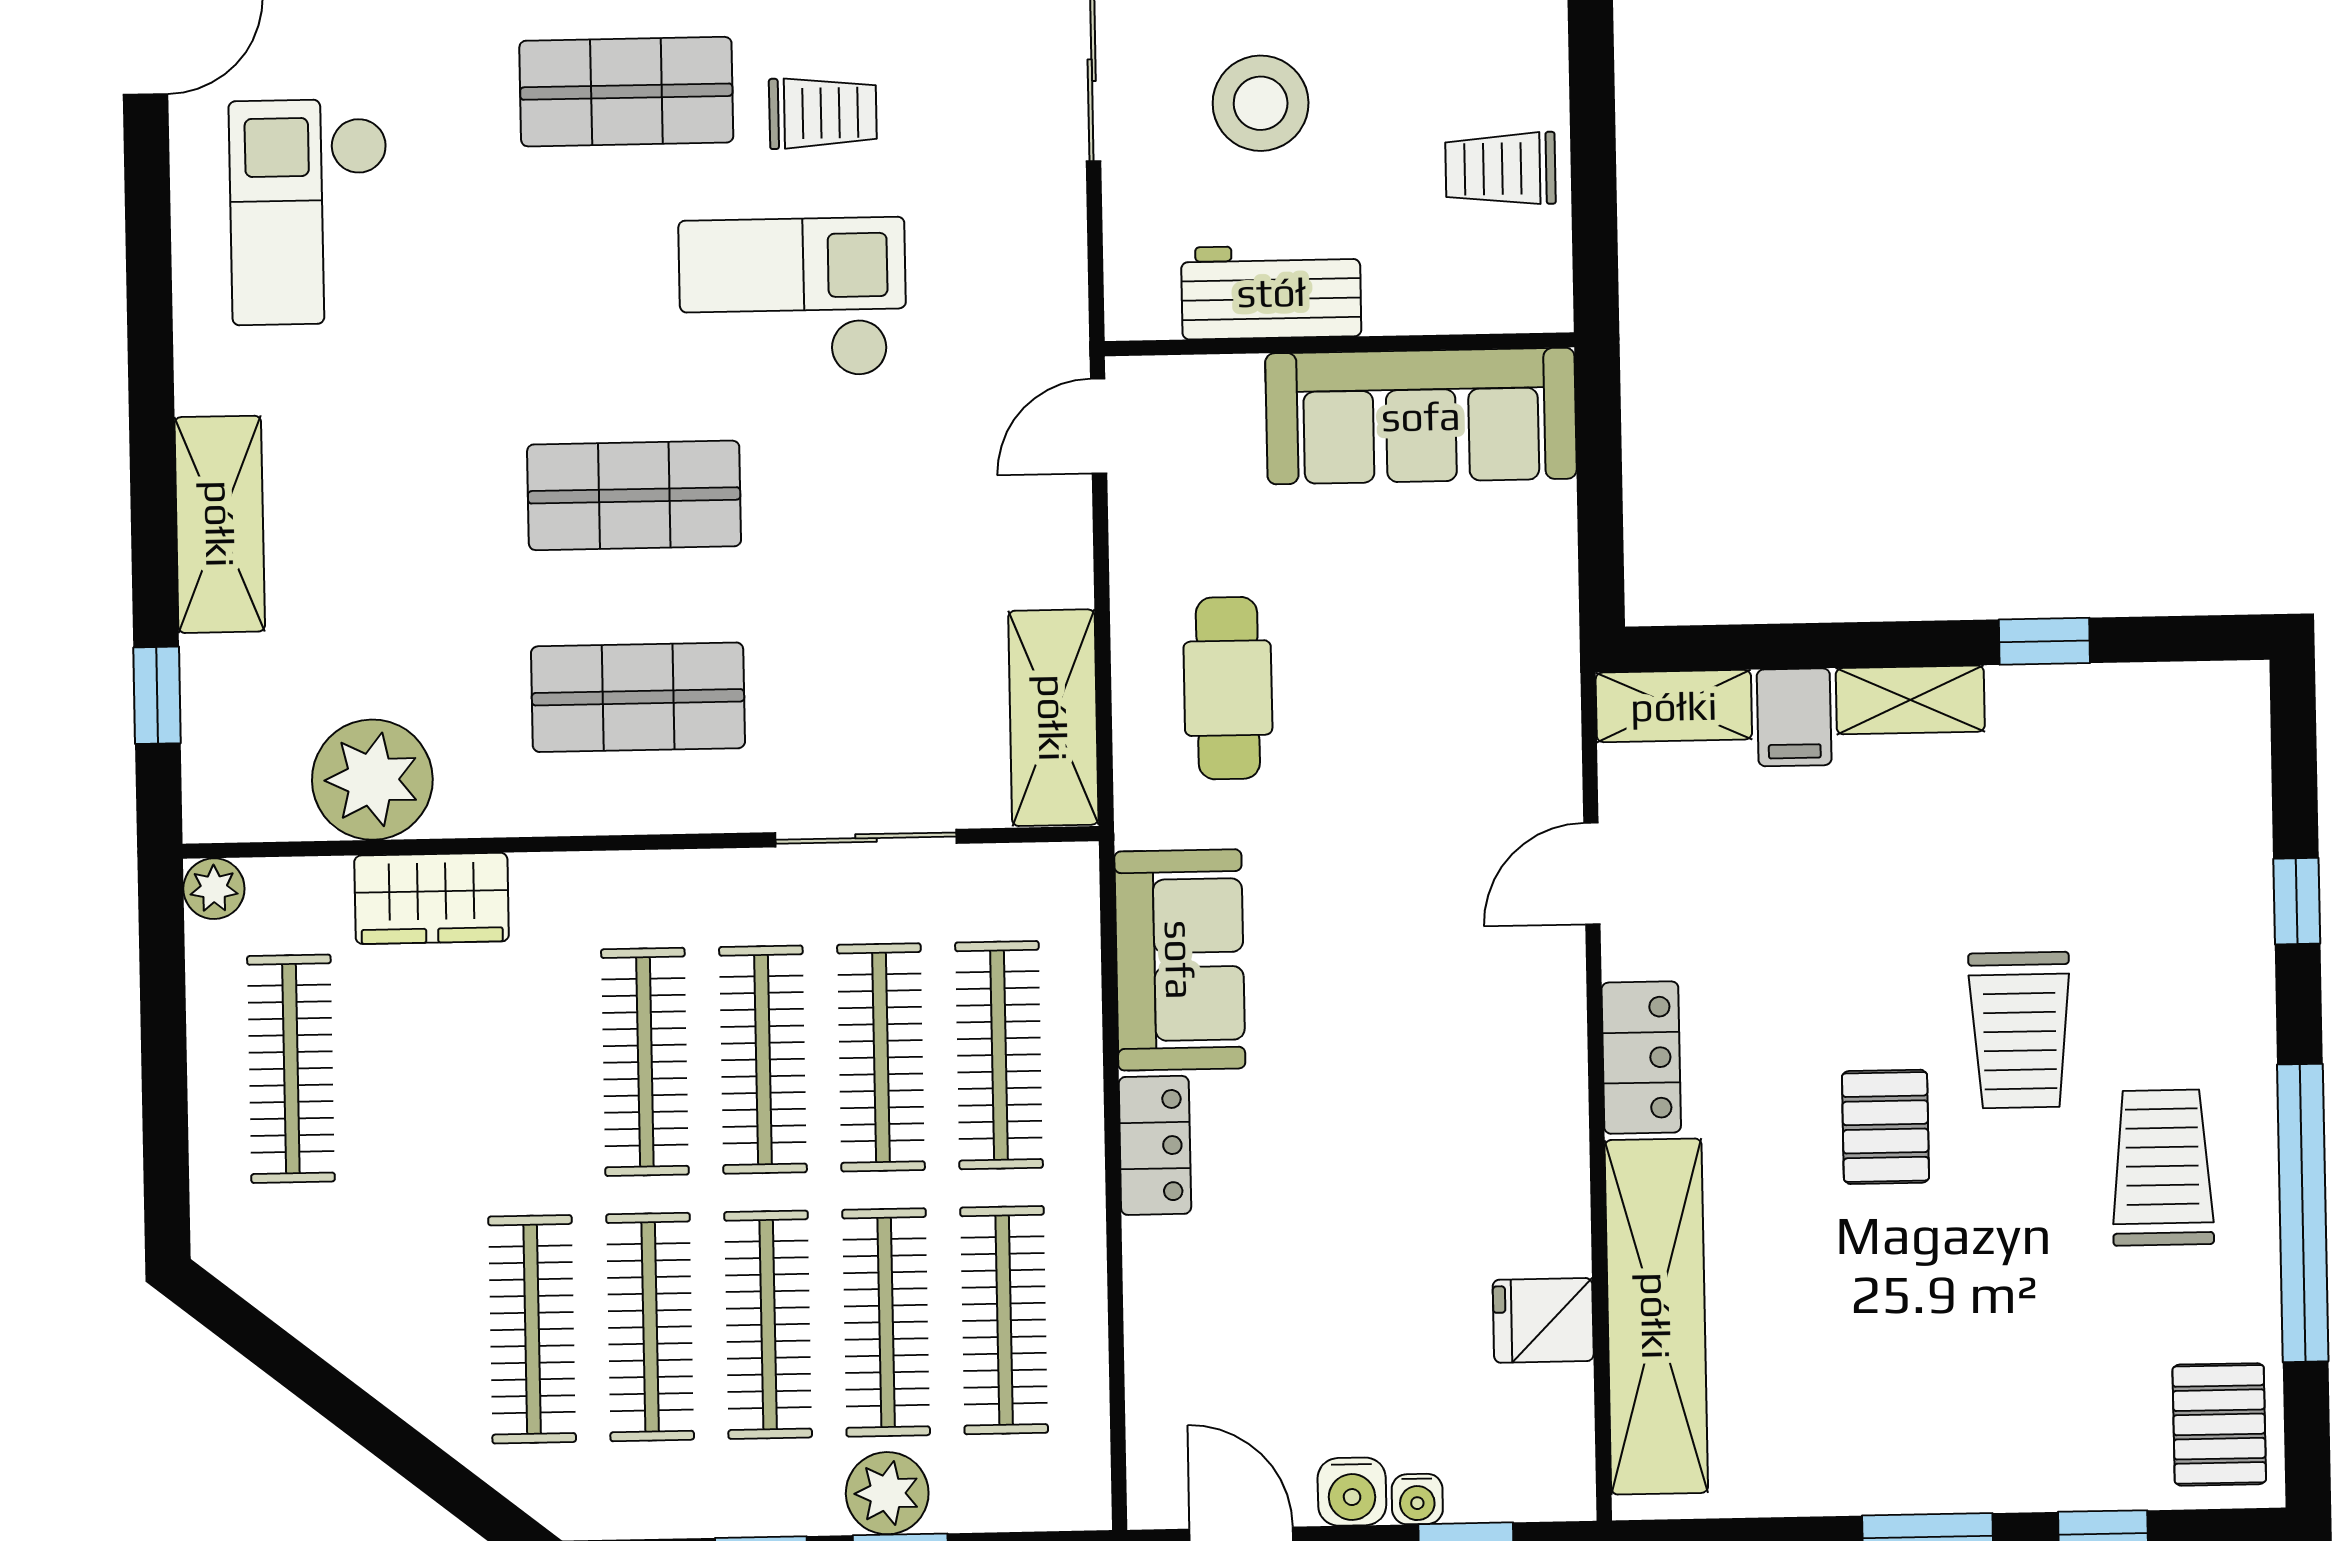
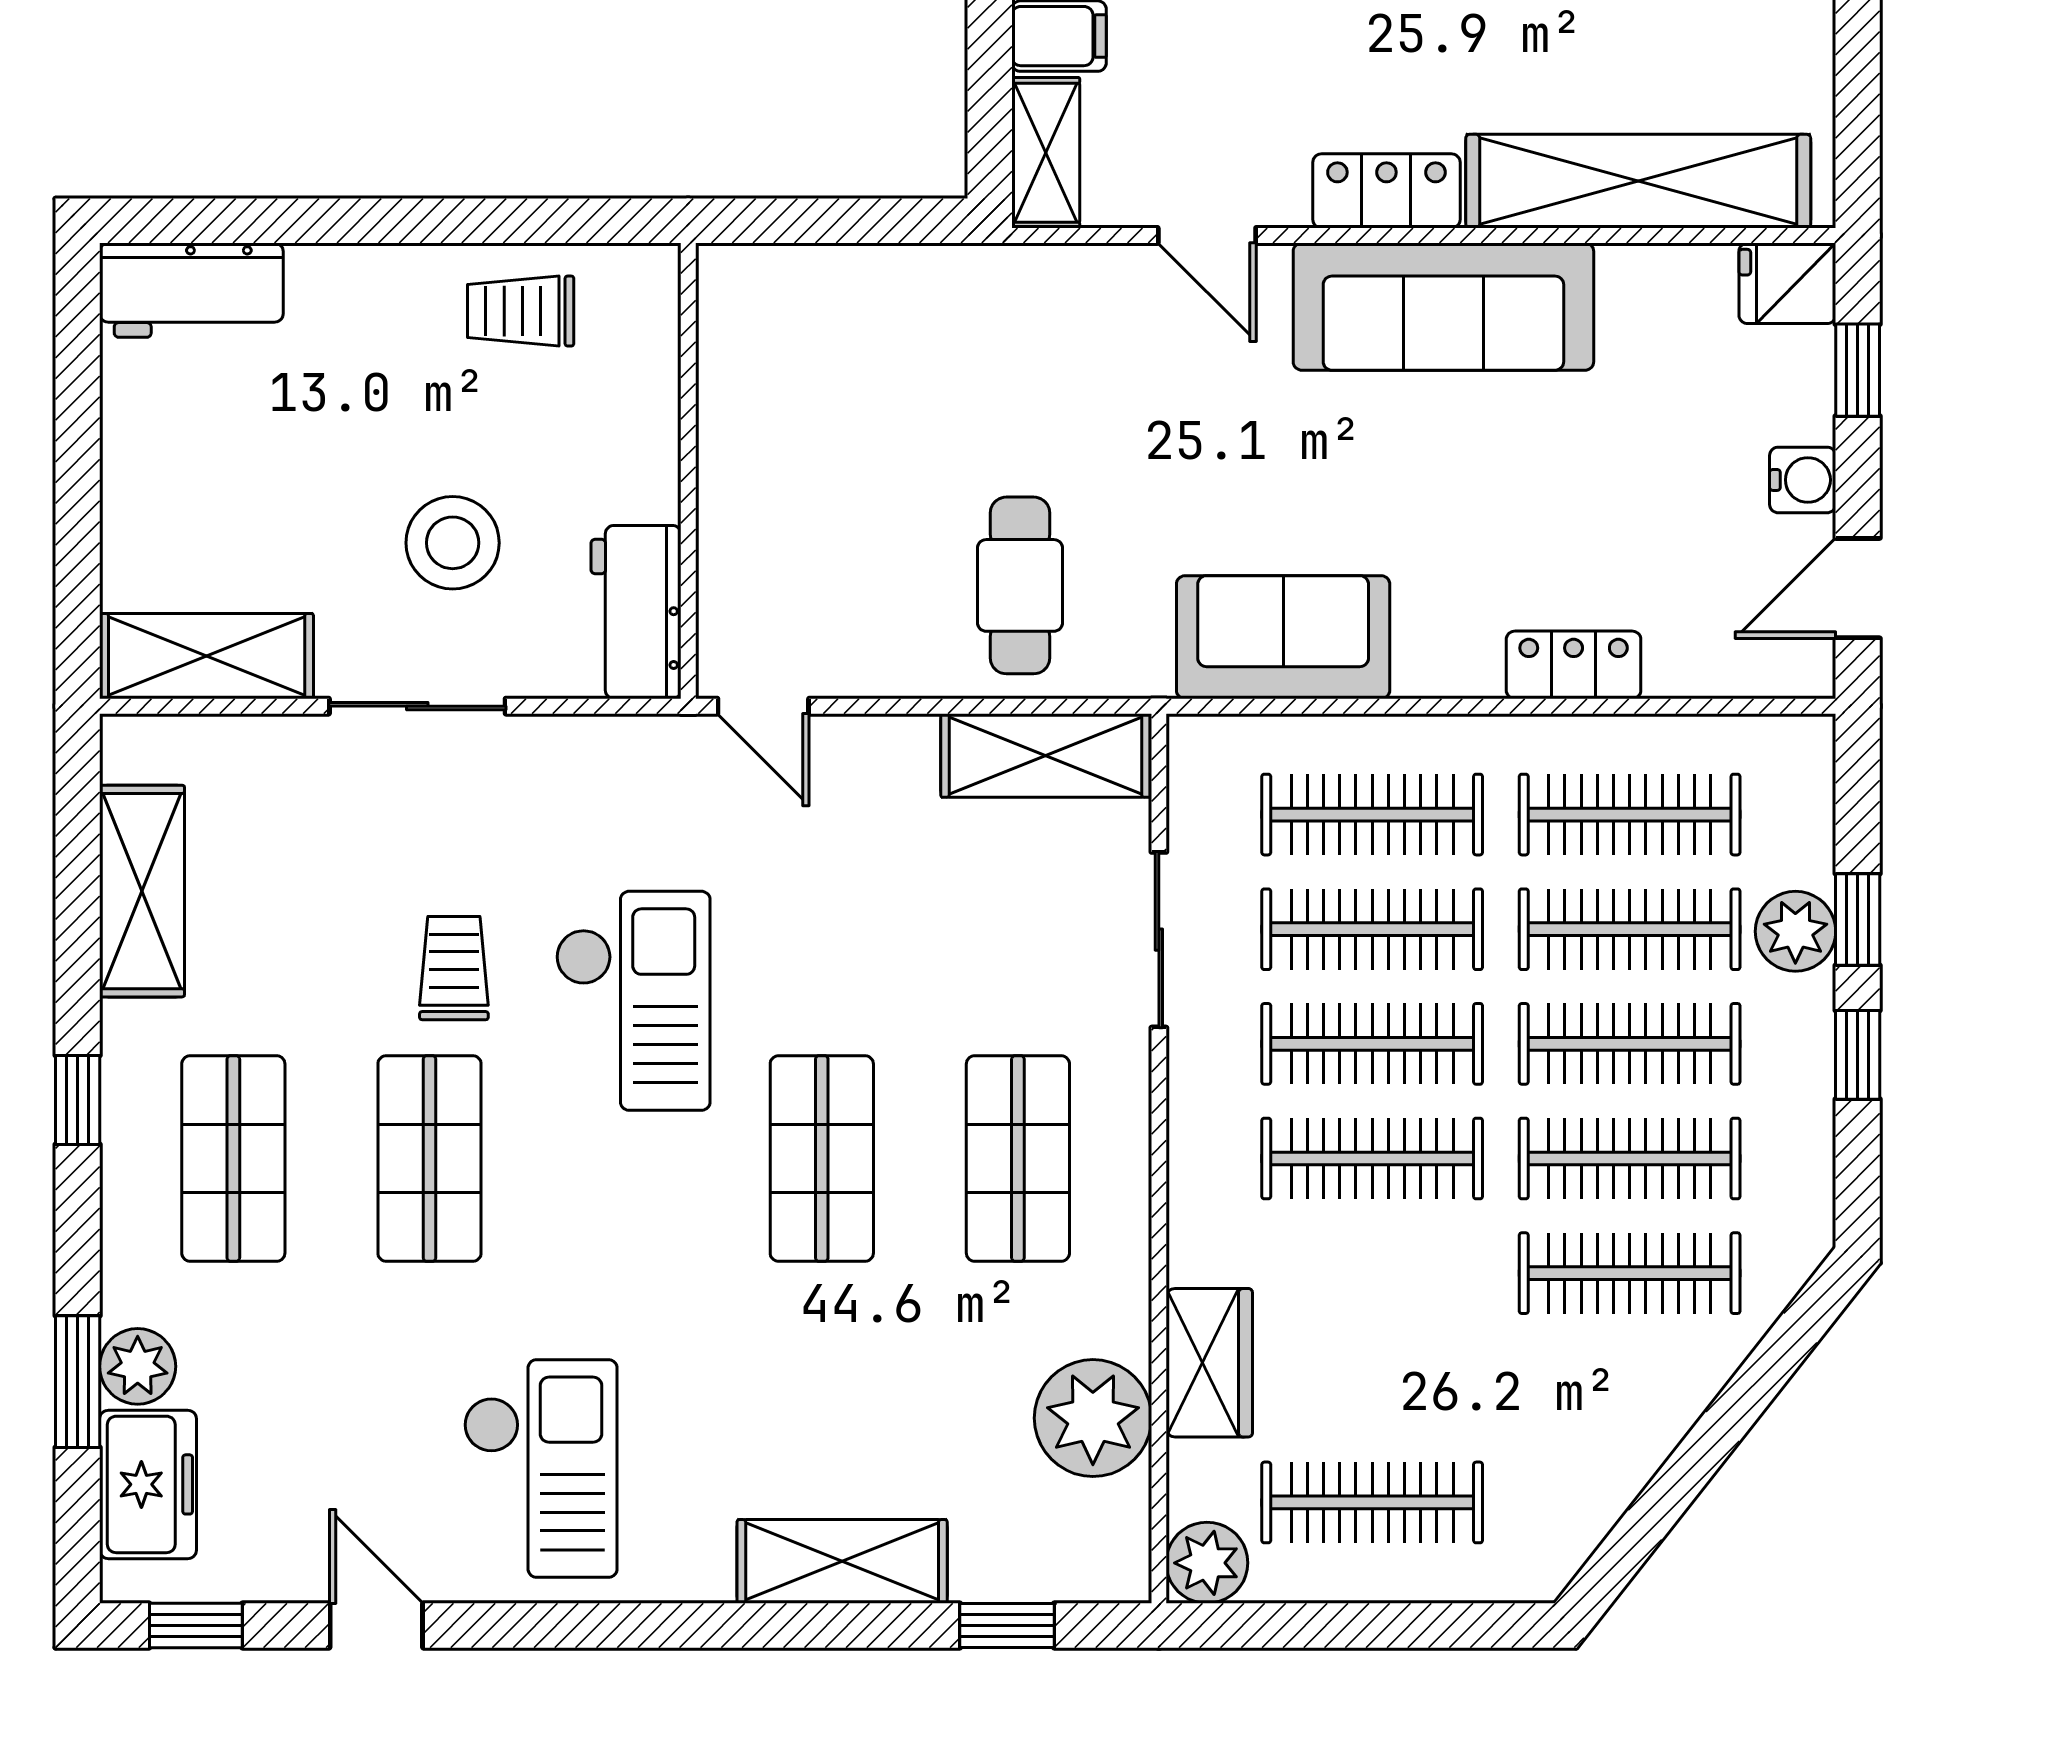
trolley: (1500, 169) -> (521, 311), turned 90
checkout: (309, 212) -> (540, 1468), turned -90
workbench: (1271, 292) -> (636, 612), moved
checkout: (793, 298) -> (633, 1001), turned 180
sofa: (1421, 416) -> (1443, 307), moved, turned 90
cafe table: (1228, 688) -> (1020, 585), turned 90
plant: (214, 889) -> (1207, 1563), width x1.38, depth x1.38
locker: (1155, 1145) -> (1574, 665), moved
fridge: (1543, 1320) -> (1787, 283), moved, turned 90
water cooler: (1417, 1499) -> (1811, 417), removed

